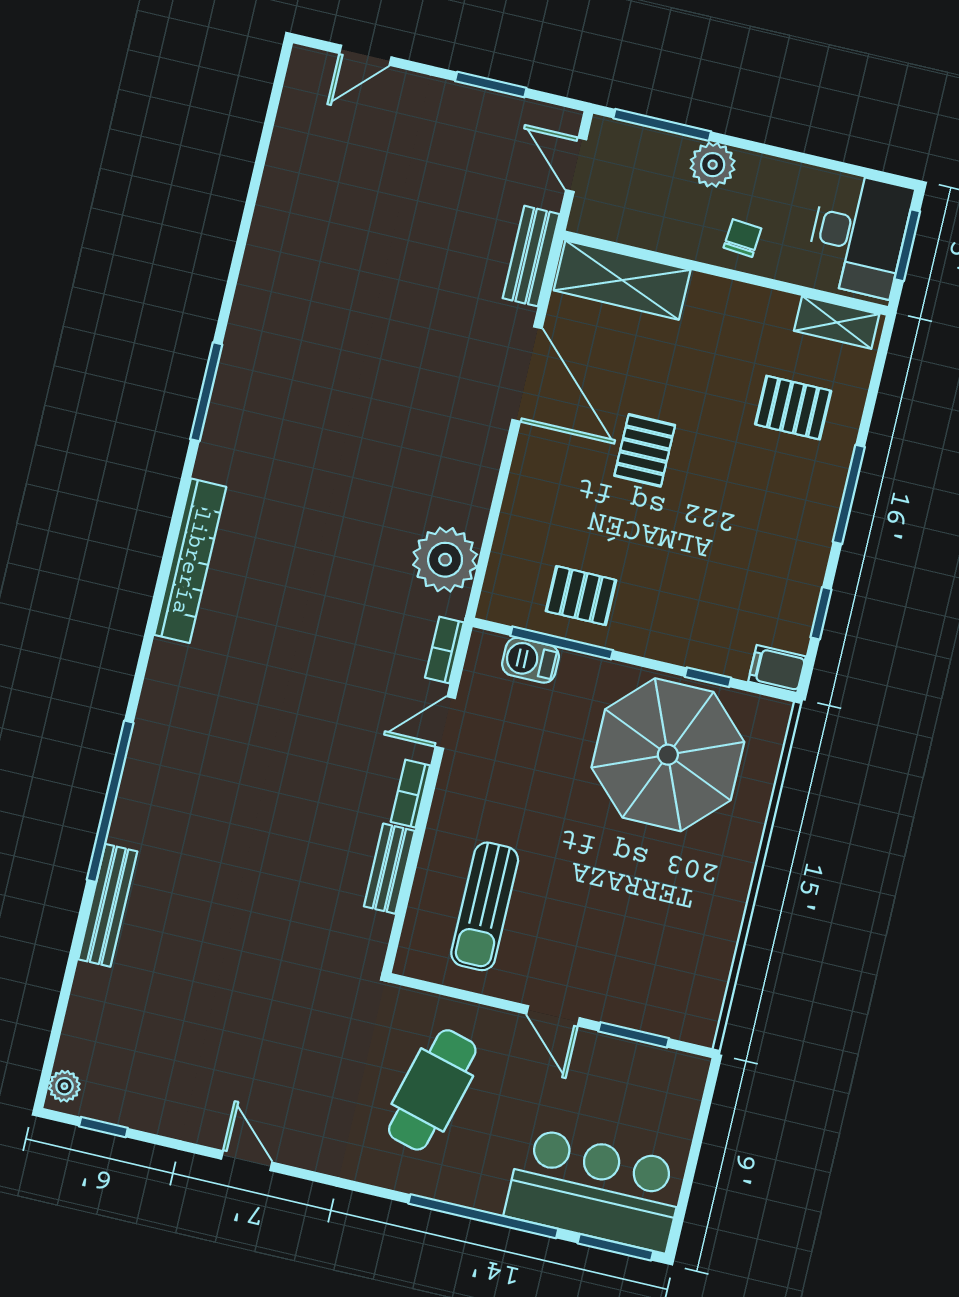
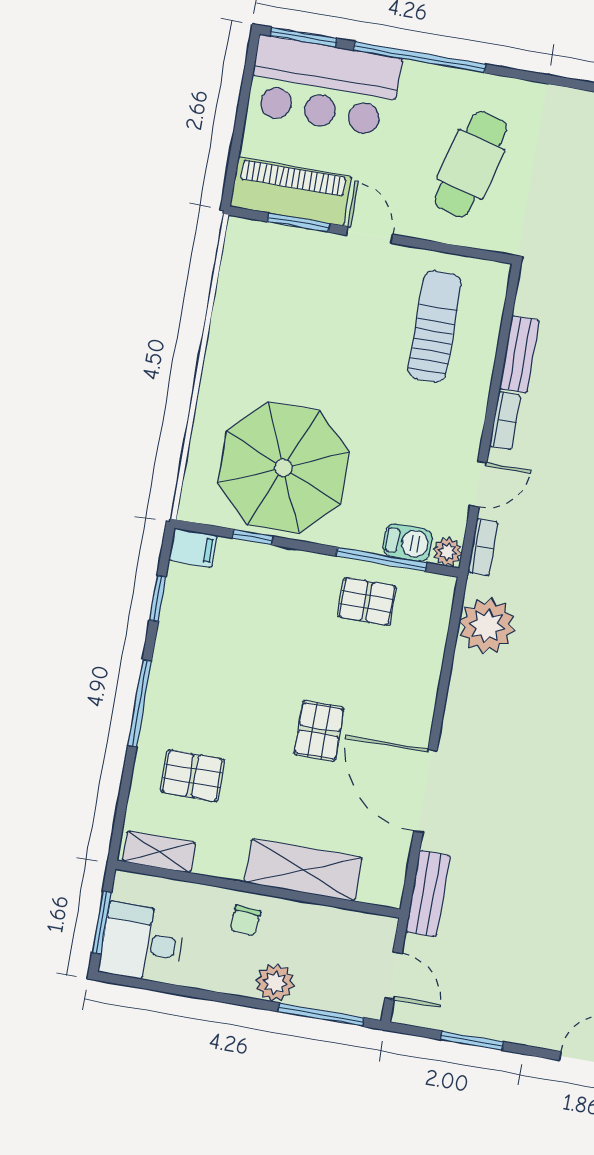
desk: (859, 234) -> (142, 943), width x0.73
shelving: (622, 280) -> (303, 870), moved
plant: (485, 647) -> (448, 552), added
piano: (640, 1071) -> (291, 191), added

